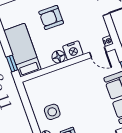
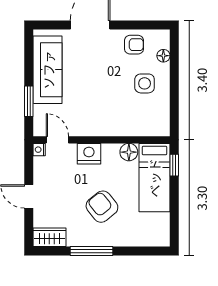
armchair: (51, 17) -> (102, 207), turned -129
floor lamp: (58, 57) -> (129, 152), moved

